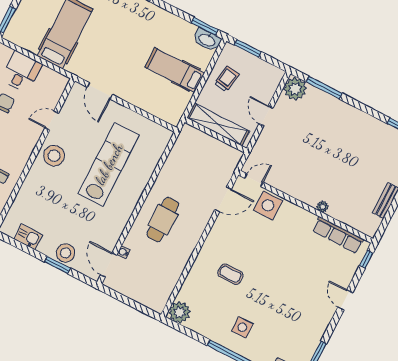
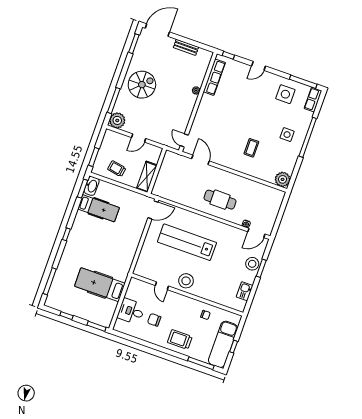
hospital bed: (175, 70) -> (98, 208), moved, turned -90
door: (100, 91) -> (153, 210), moved
shelving: (218, 125) -> (147, 177), width x0.68
spiral stairs: (341, 131) -> (142, 85), added
side table: (268, 205) -> (285, 94), moved

